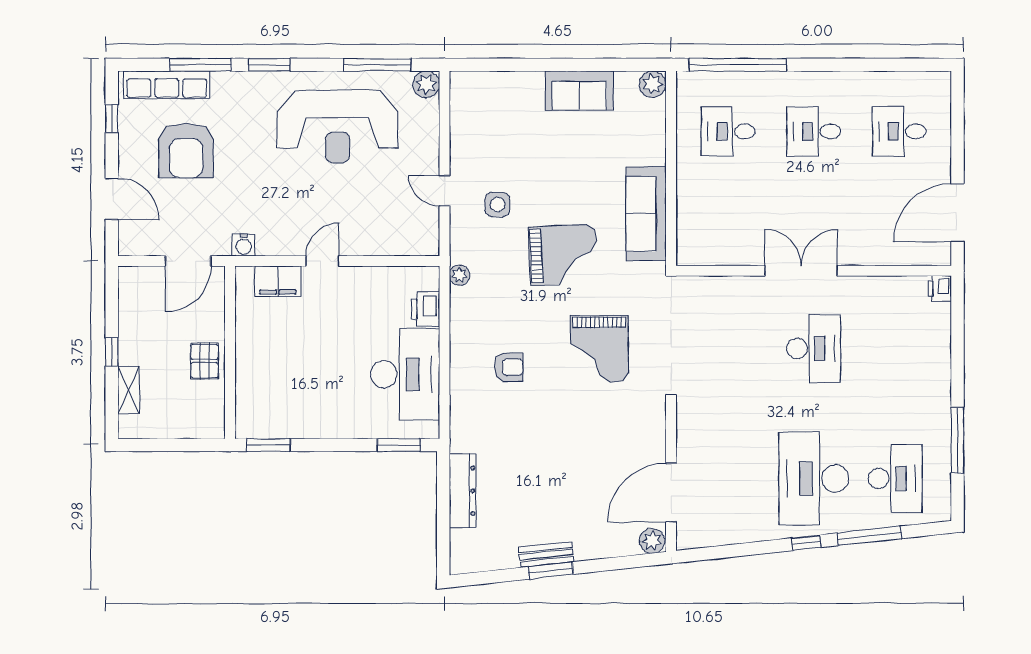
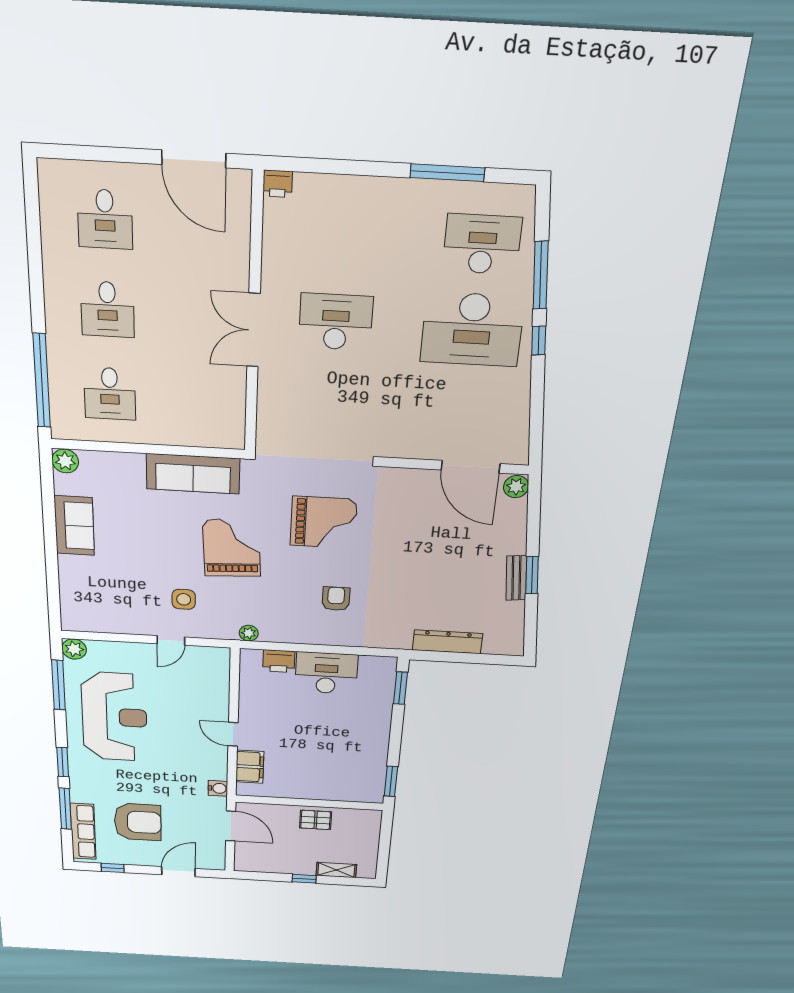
desk: (405, 374) -> (326, 673), width x0.73, depth x0.77

